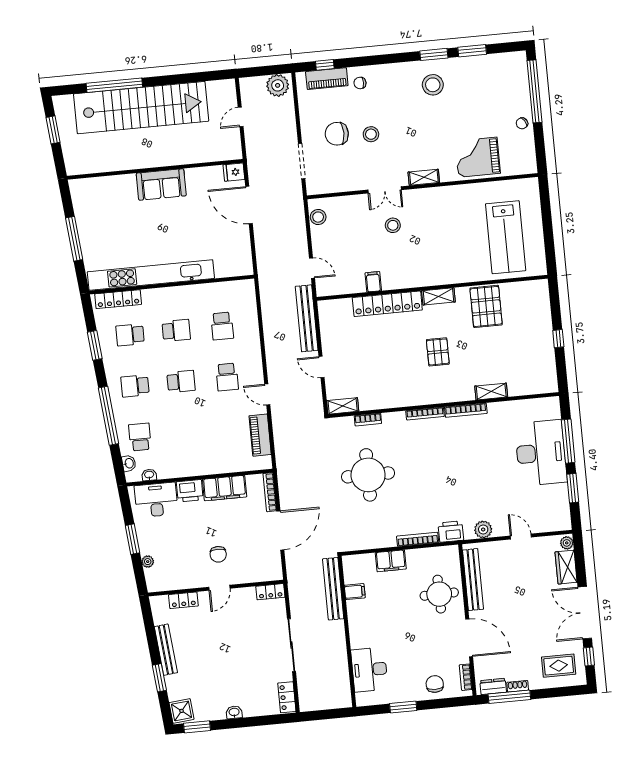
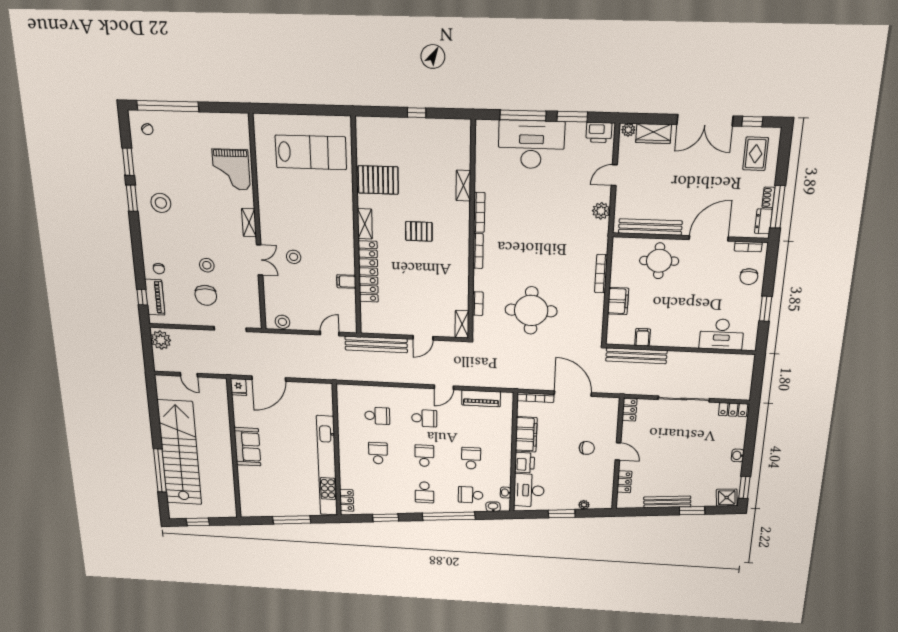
chair: (522, 123) -> (147, 129), moved
locker: (118, 299) -> (347, 500), width x0.66
school desk: (130, 335) -> (471, 458), moved, turned 180
printer: (451, 532) -> (599, 132), moved, turned -90
chair: (435, 684) -> (749, 277), turned -90

